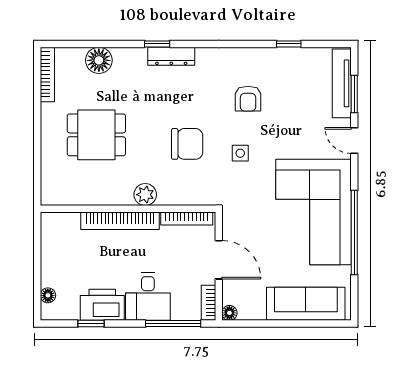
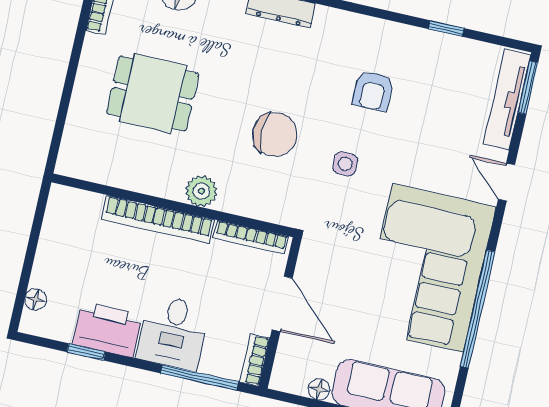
window: (354, 94) -> (528, 88), moved
floor lamp: (229, 313) -> (319, 389), moved

